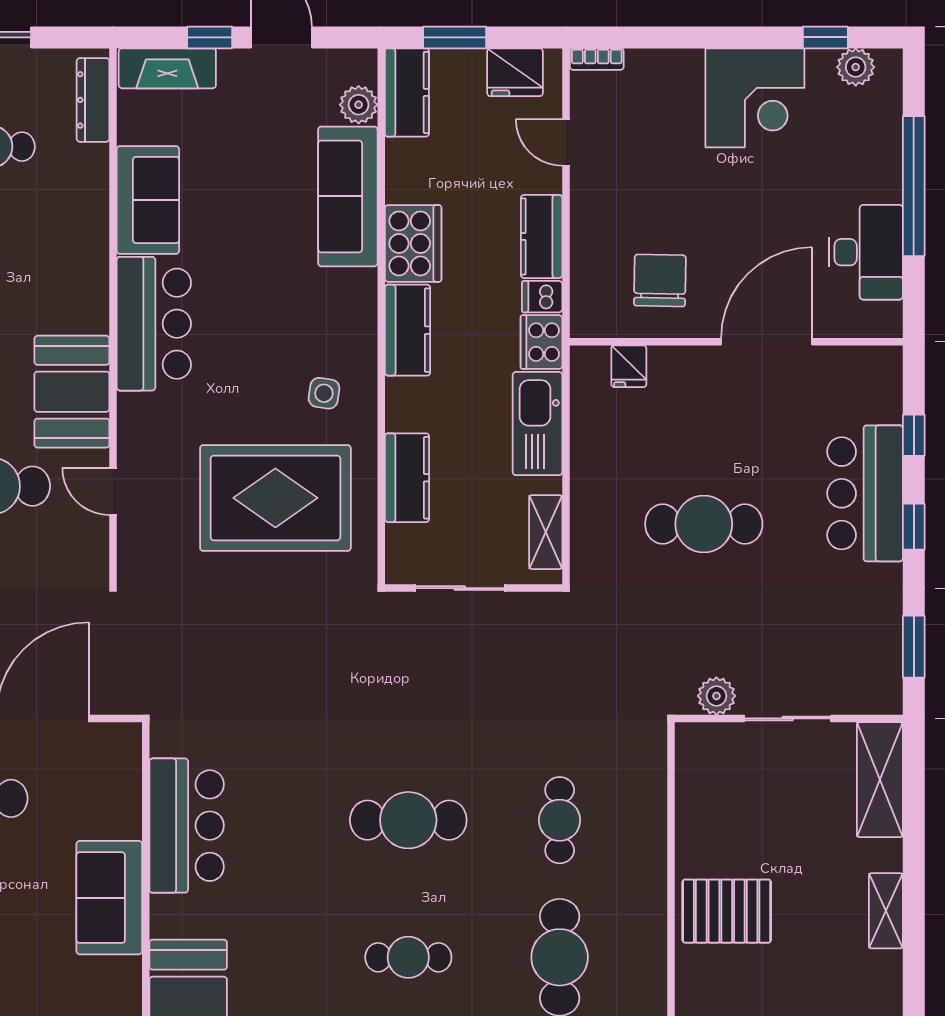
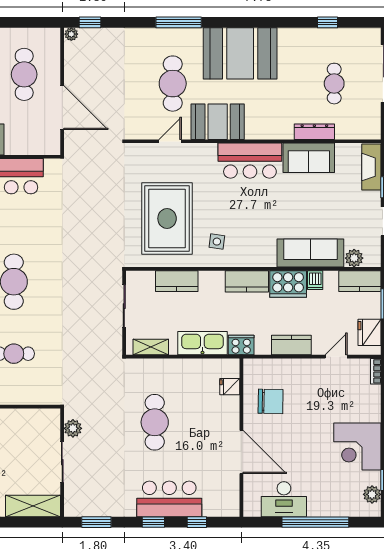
dresser: (93, 100) -> (314, 132), moved
dishwasher: (542, 297) -> (315, 280), moved, turned 180

